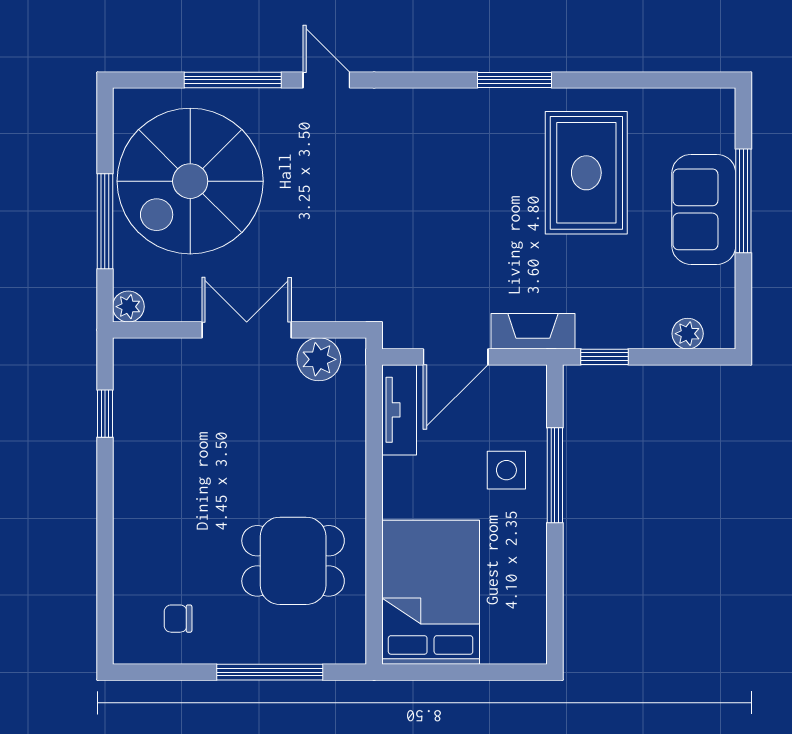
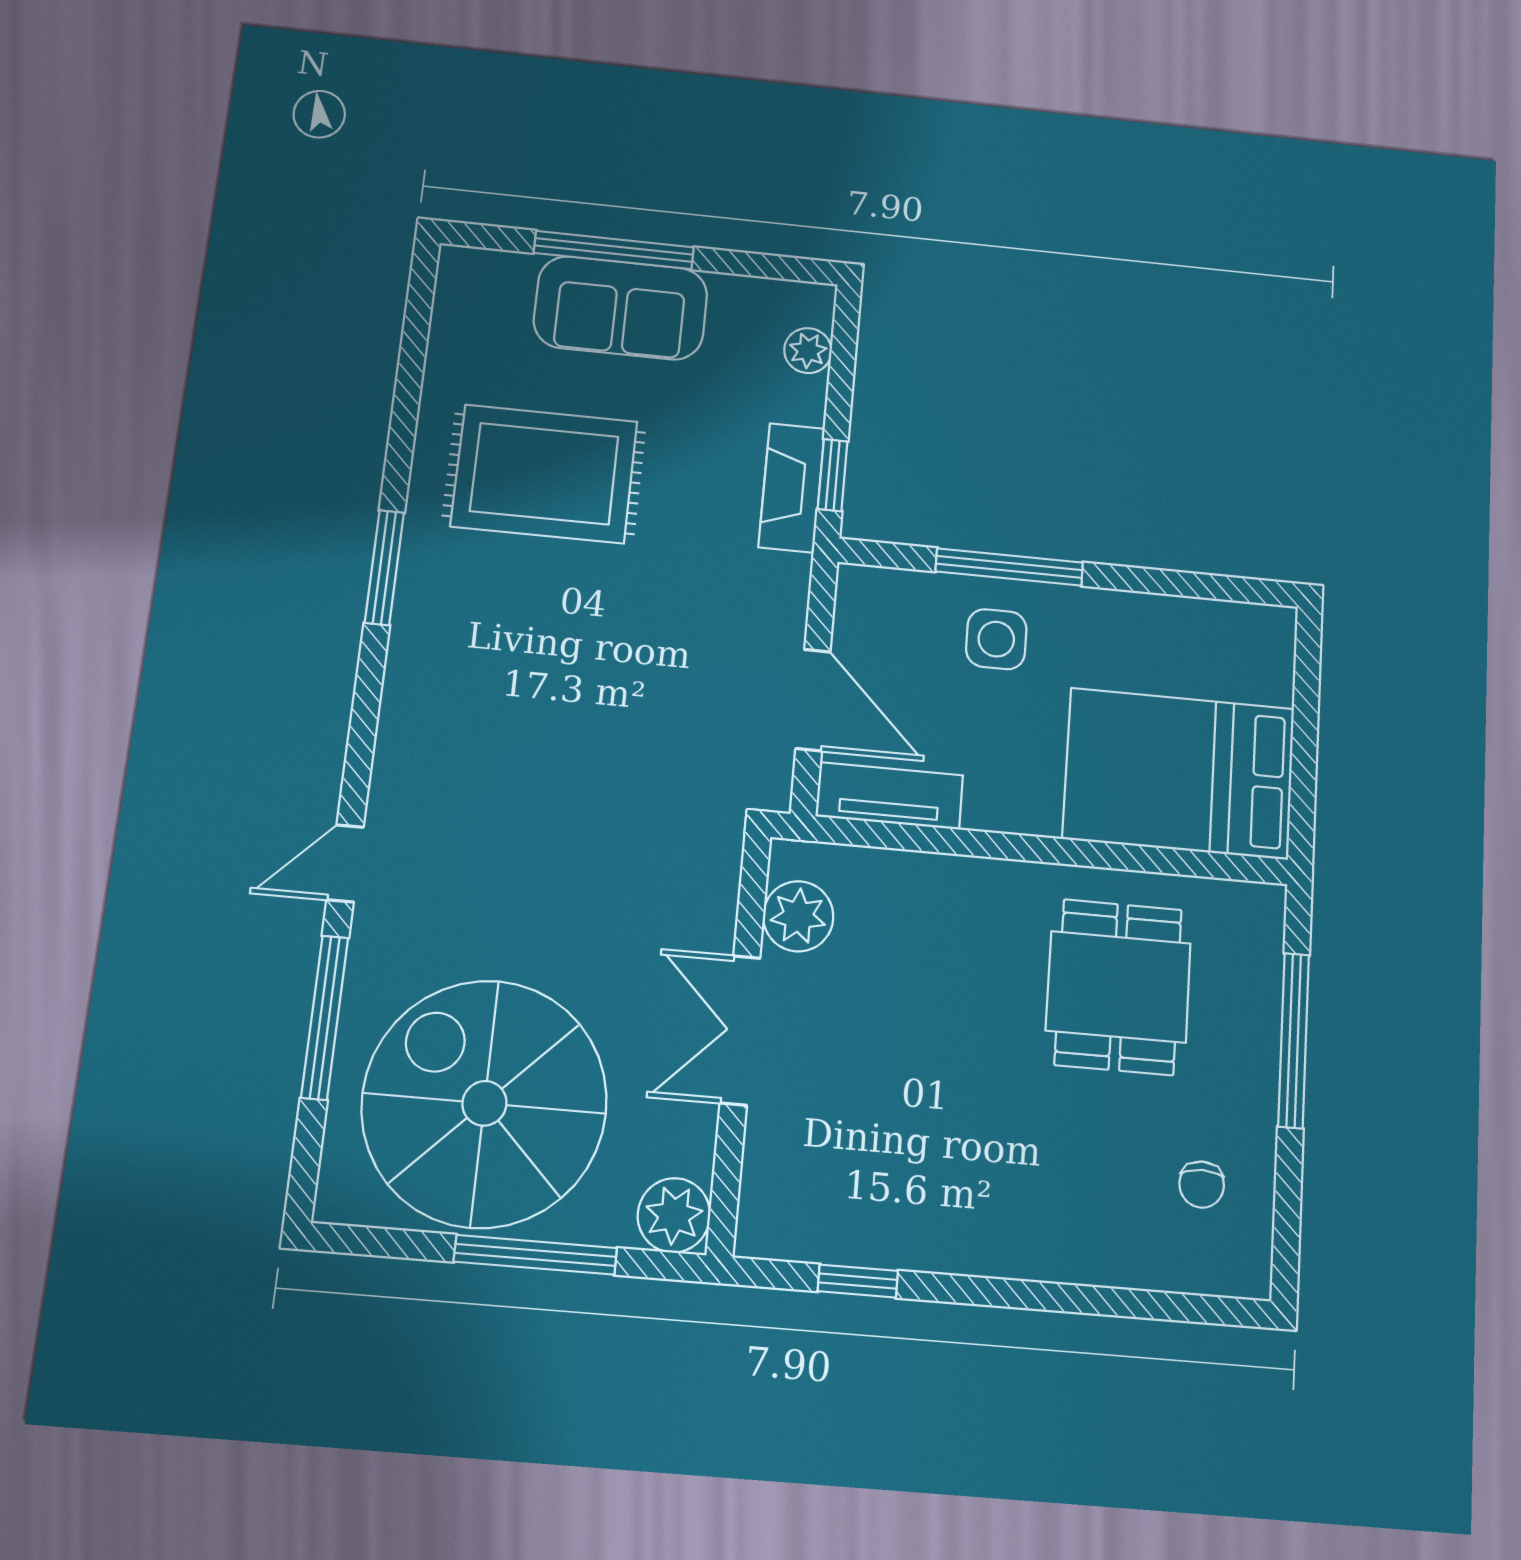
spiral stairs: (190, 181) -> (484, 1103), turned 180
plant: (128, 307) -> (674, 1215), width x1.38, depth x1.38
fireplace: (533, 331) -> (792, 488), moved

